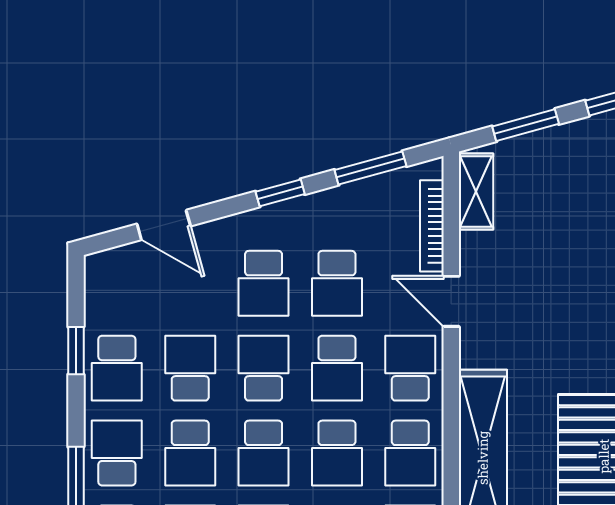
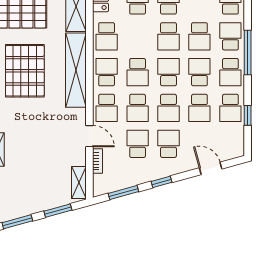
bookcase: (432, 226) -> (97, 161), width x0.64
school desk: (117, 368) -> (230, 108), turned 180
school desk: (337, 368) -> (138, 108), turned 180
school desk: (337, 453) -> (138, 72), turned 180

